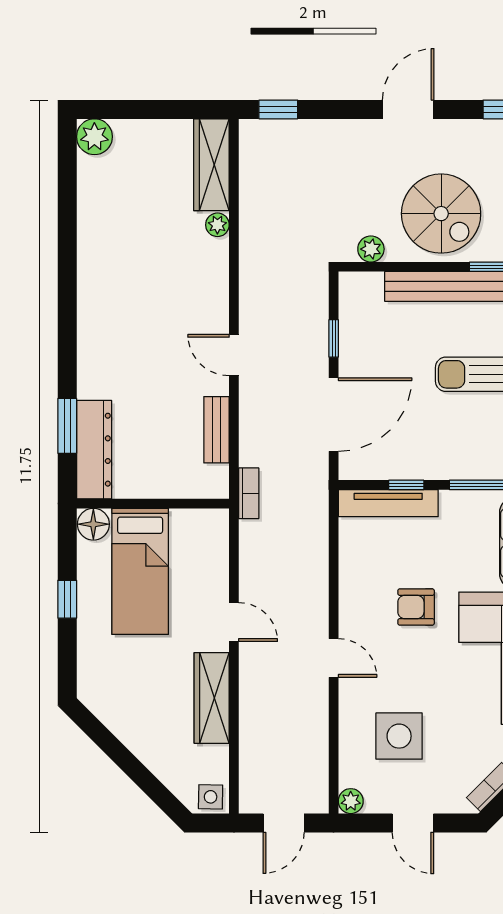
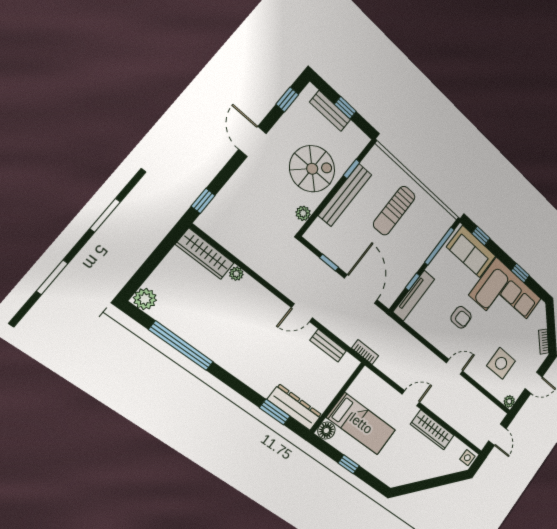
window: (67, 229) -> (181, 346), added
armchair: (416, 607) -> (461, 317), turned -90

